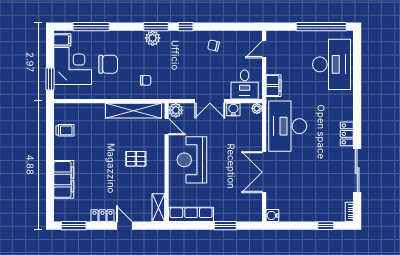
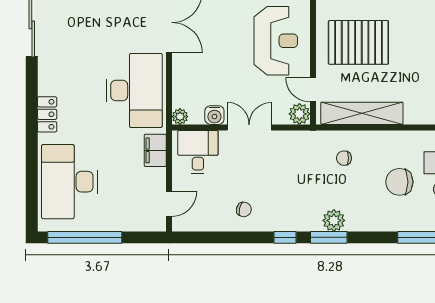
locker: (347, 134) -> (47, 114), moved
pallet: (136, 159) -> (358, 42), width x2.05, depth x2.00

